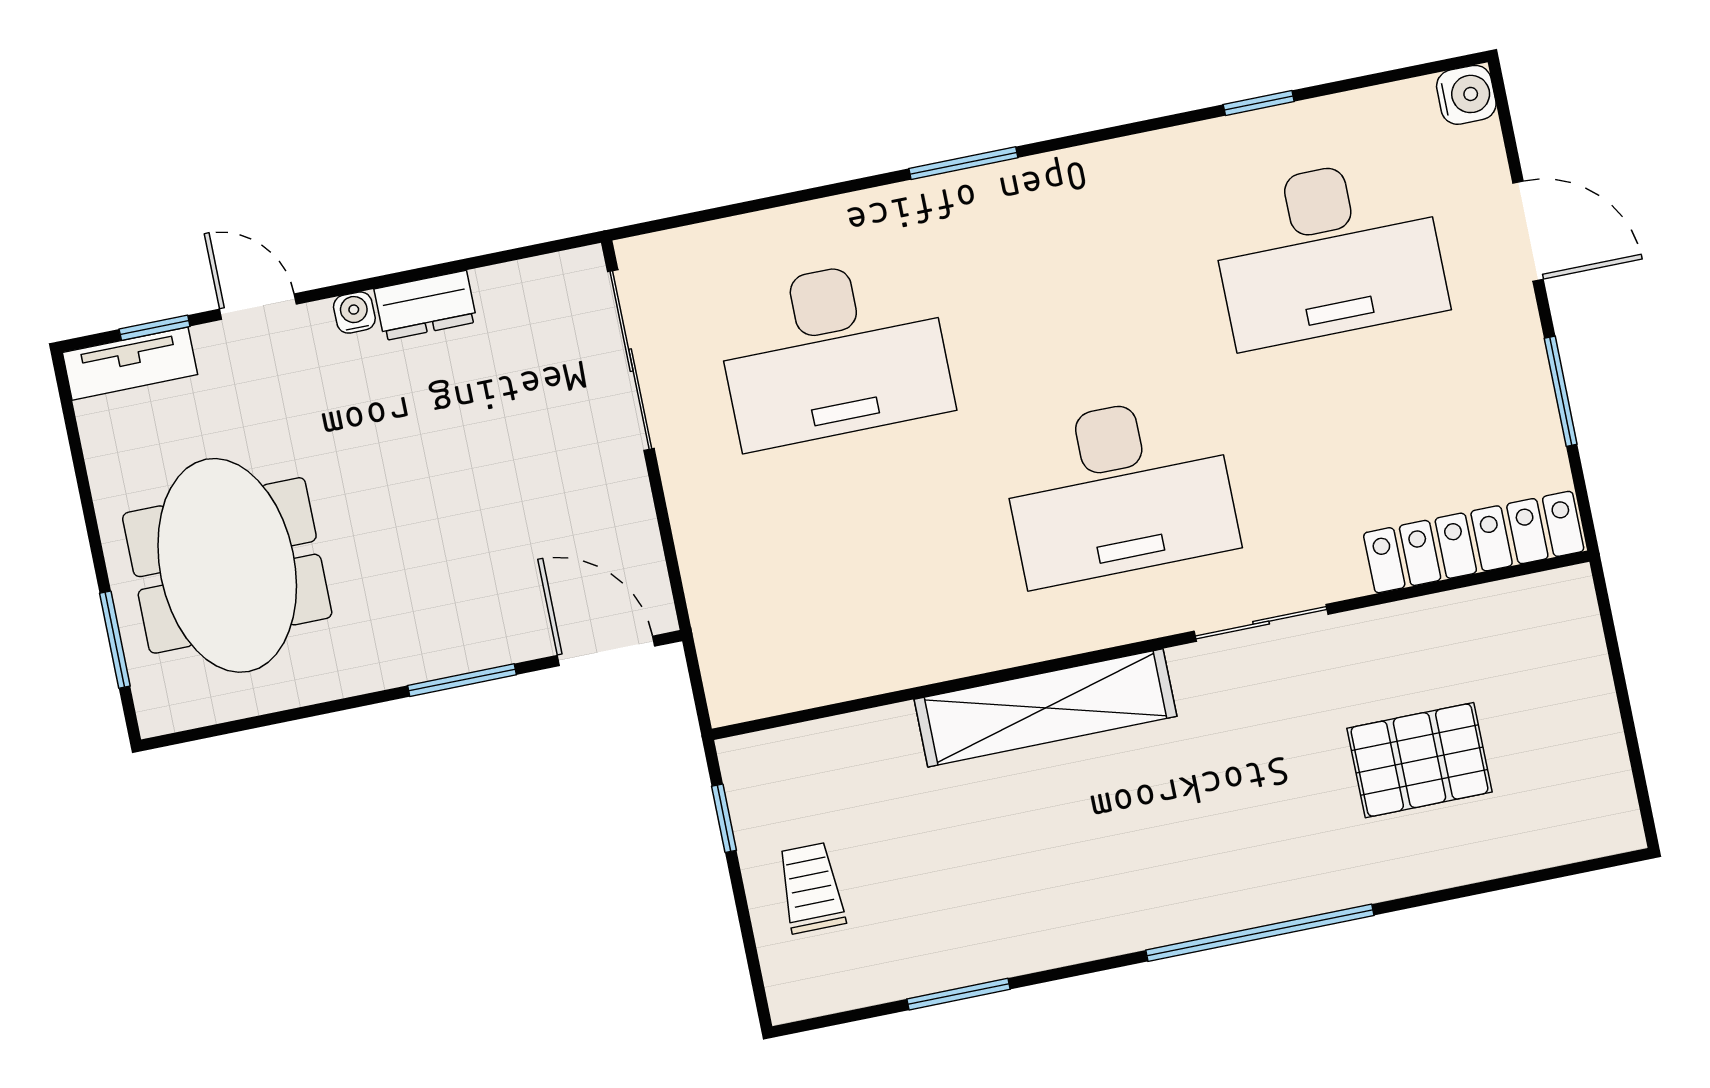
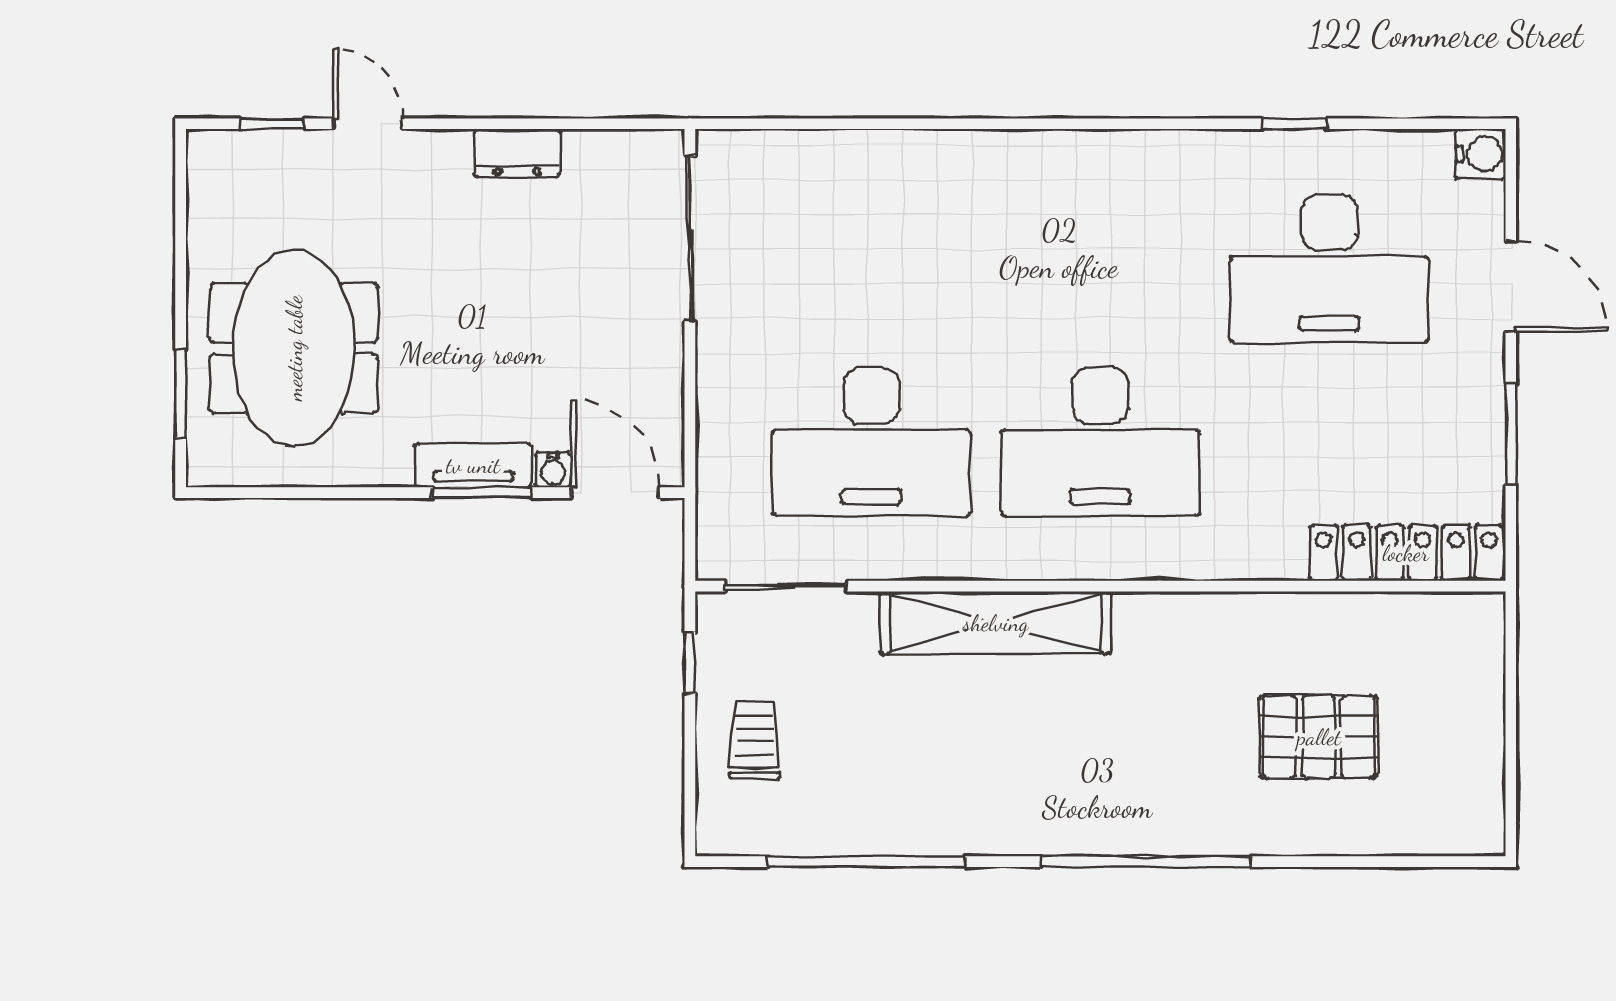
window: (963, 163) -> (1021, 124), removed
water cooler: (354, 313) -> (553, 470), moved, turned 180
desk: (833, 352) -> (871, 442), moved
tv unit: (130, 364) -> (473, 465), moved, turned 180
sliding door: (1261, 623) -> (786, 586), moved
window: (958, 994) -> (866, 862), width x2.11

